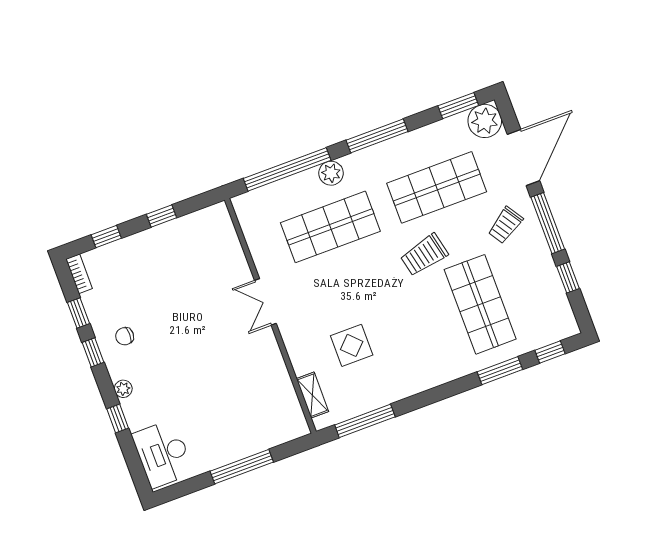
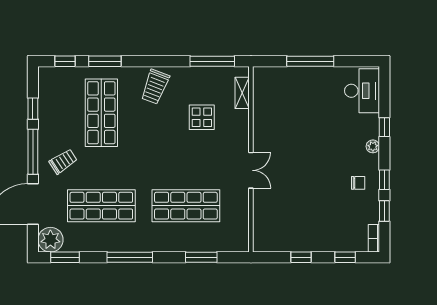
window: (287, 169) -> (201, 257), width x0.47
plant: (331, 173) -> (172, 243), removed
trolley: (424, 255) -> (155, 87), moved, turned 124

